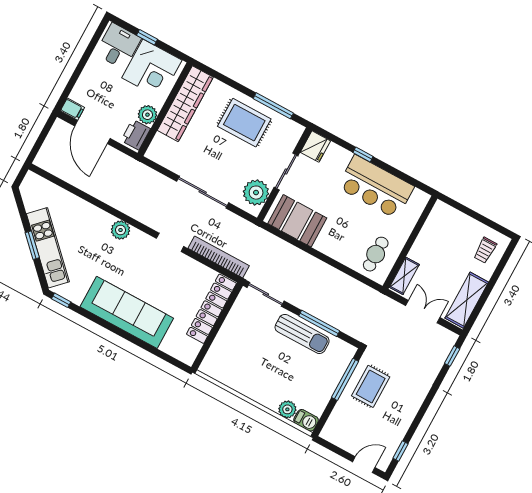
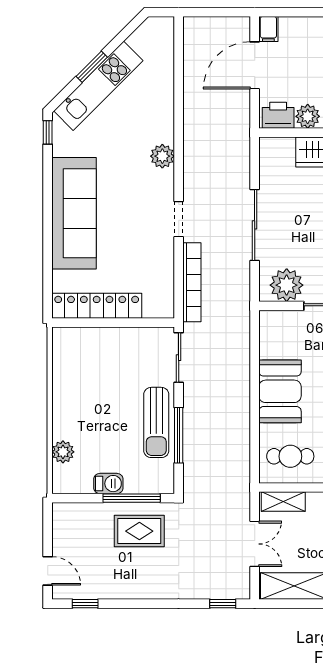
booth: (297, 221) -> (280, 391), moved
locker: (211, 309) -> (97, 306), moved
barbecue: (306, 420) -> (108, 484), moved, turned -90

